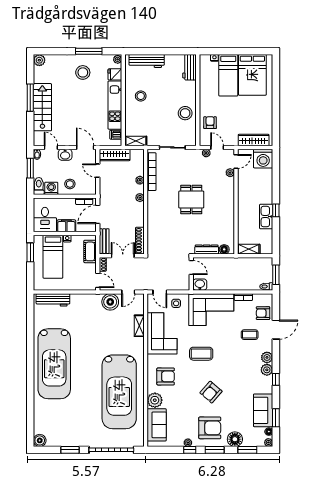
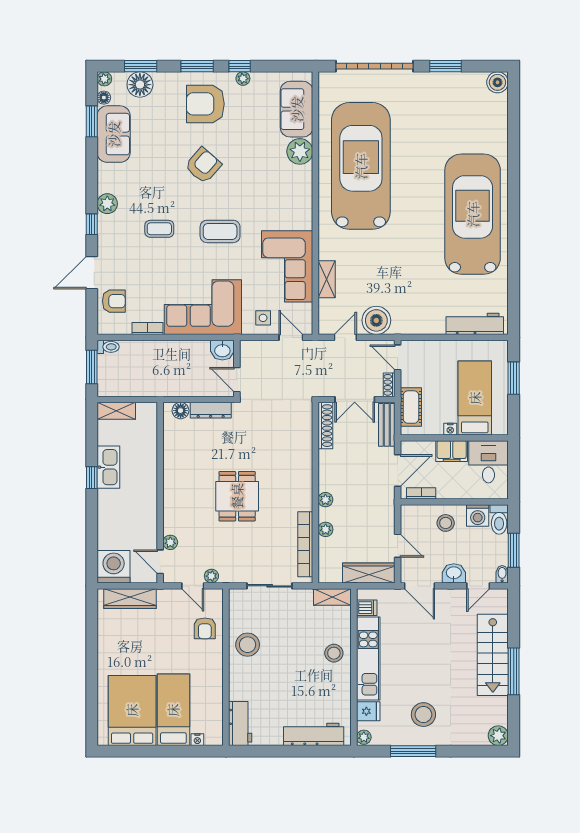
stool: (141, 96) -> (334, 653), moved
door: (51, 147) -> (478, 586), hinge flipped
door: (236, 161) -> (160, 562), hinge flipped
shelving: (249, 249) -> (116, 411), moved
window: (30, 252) -> (514, 378), moved
coffee table: (250, 335) -> (159, 229), moved
plant: (267, 357) -> (107, 225), removed
armchair: (166, 376) -> (281, 192), removed
window: (276, 379) -> (92, 224), moved
floor lamp: (235, 439) -> (140, 85), moved

